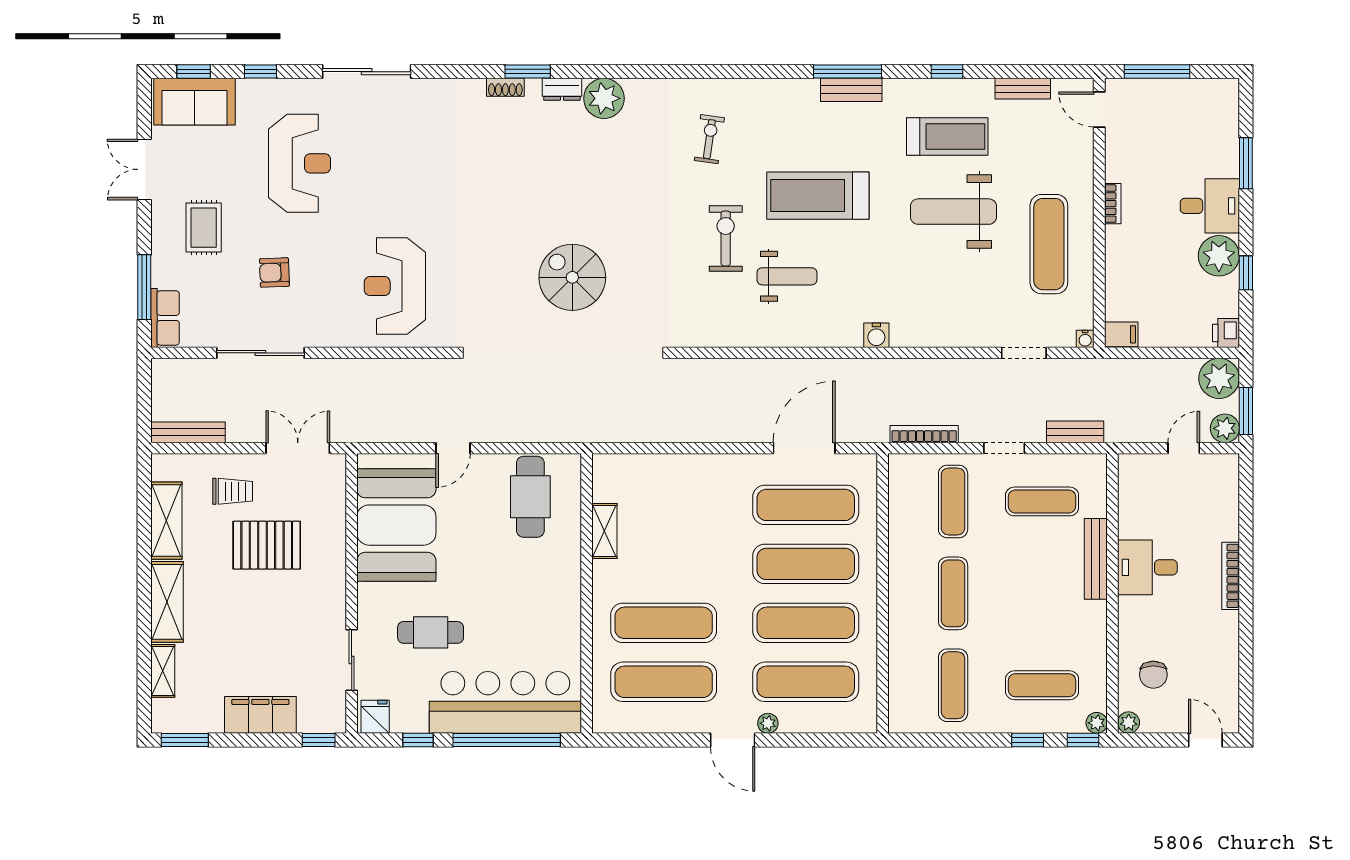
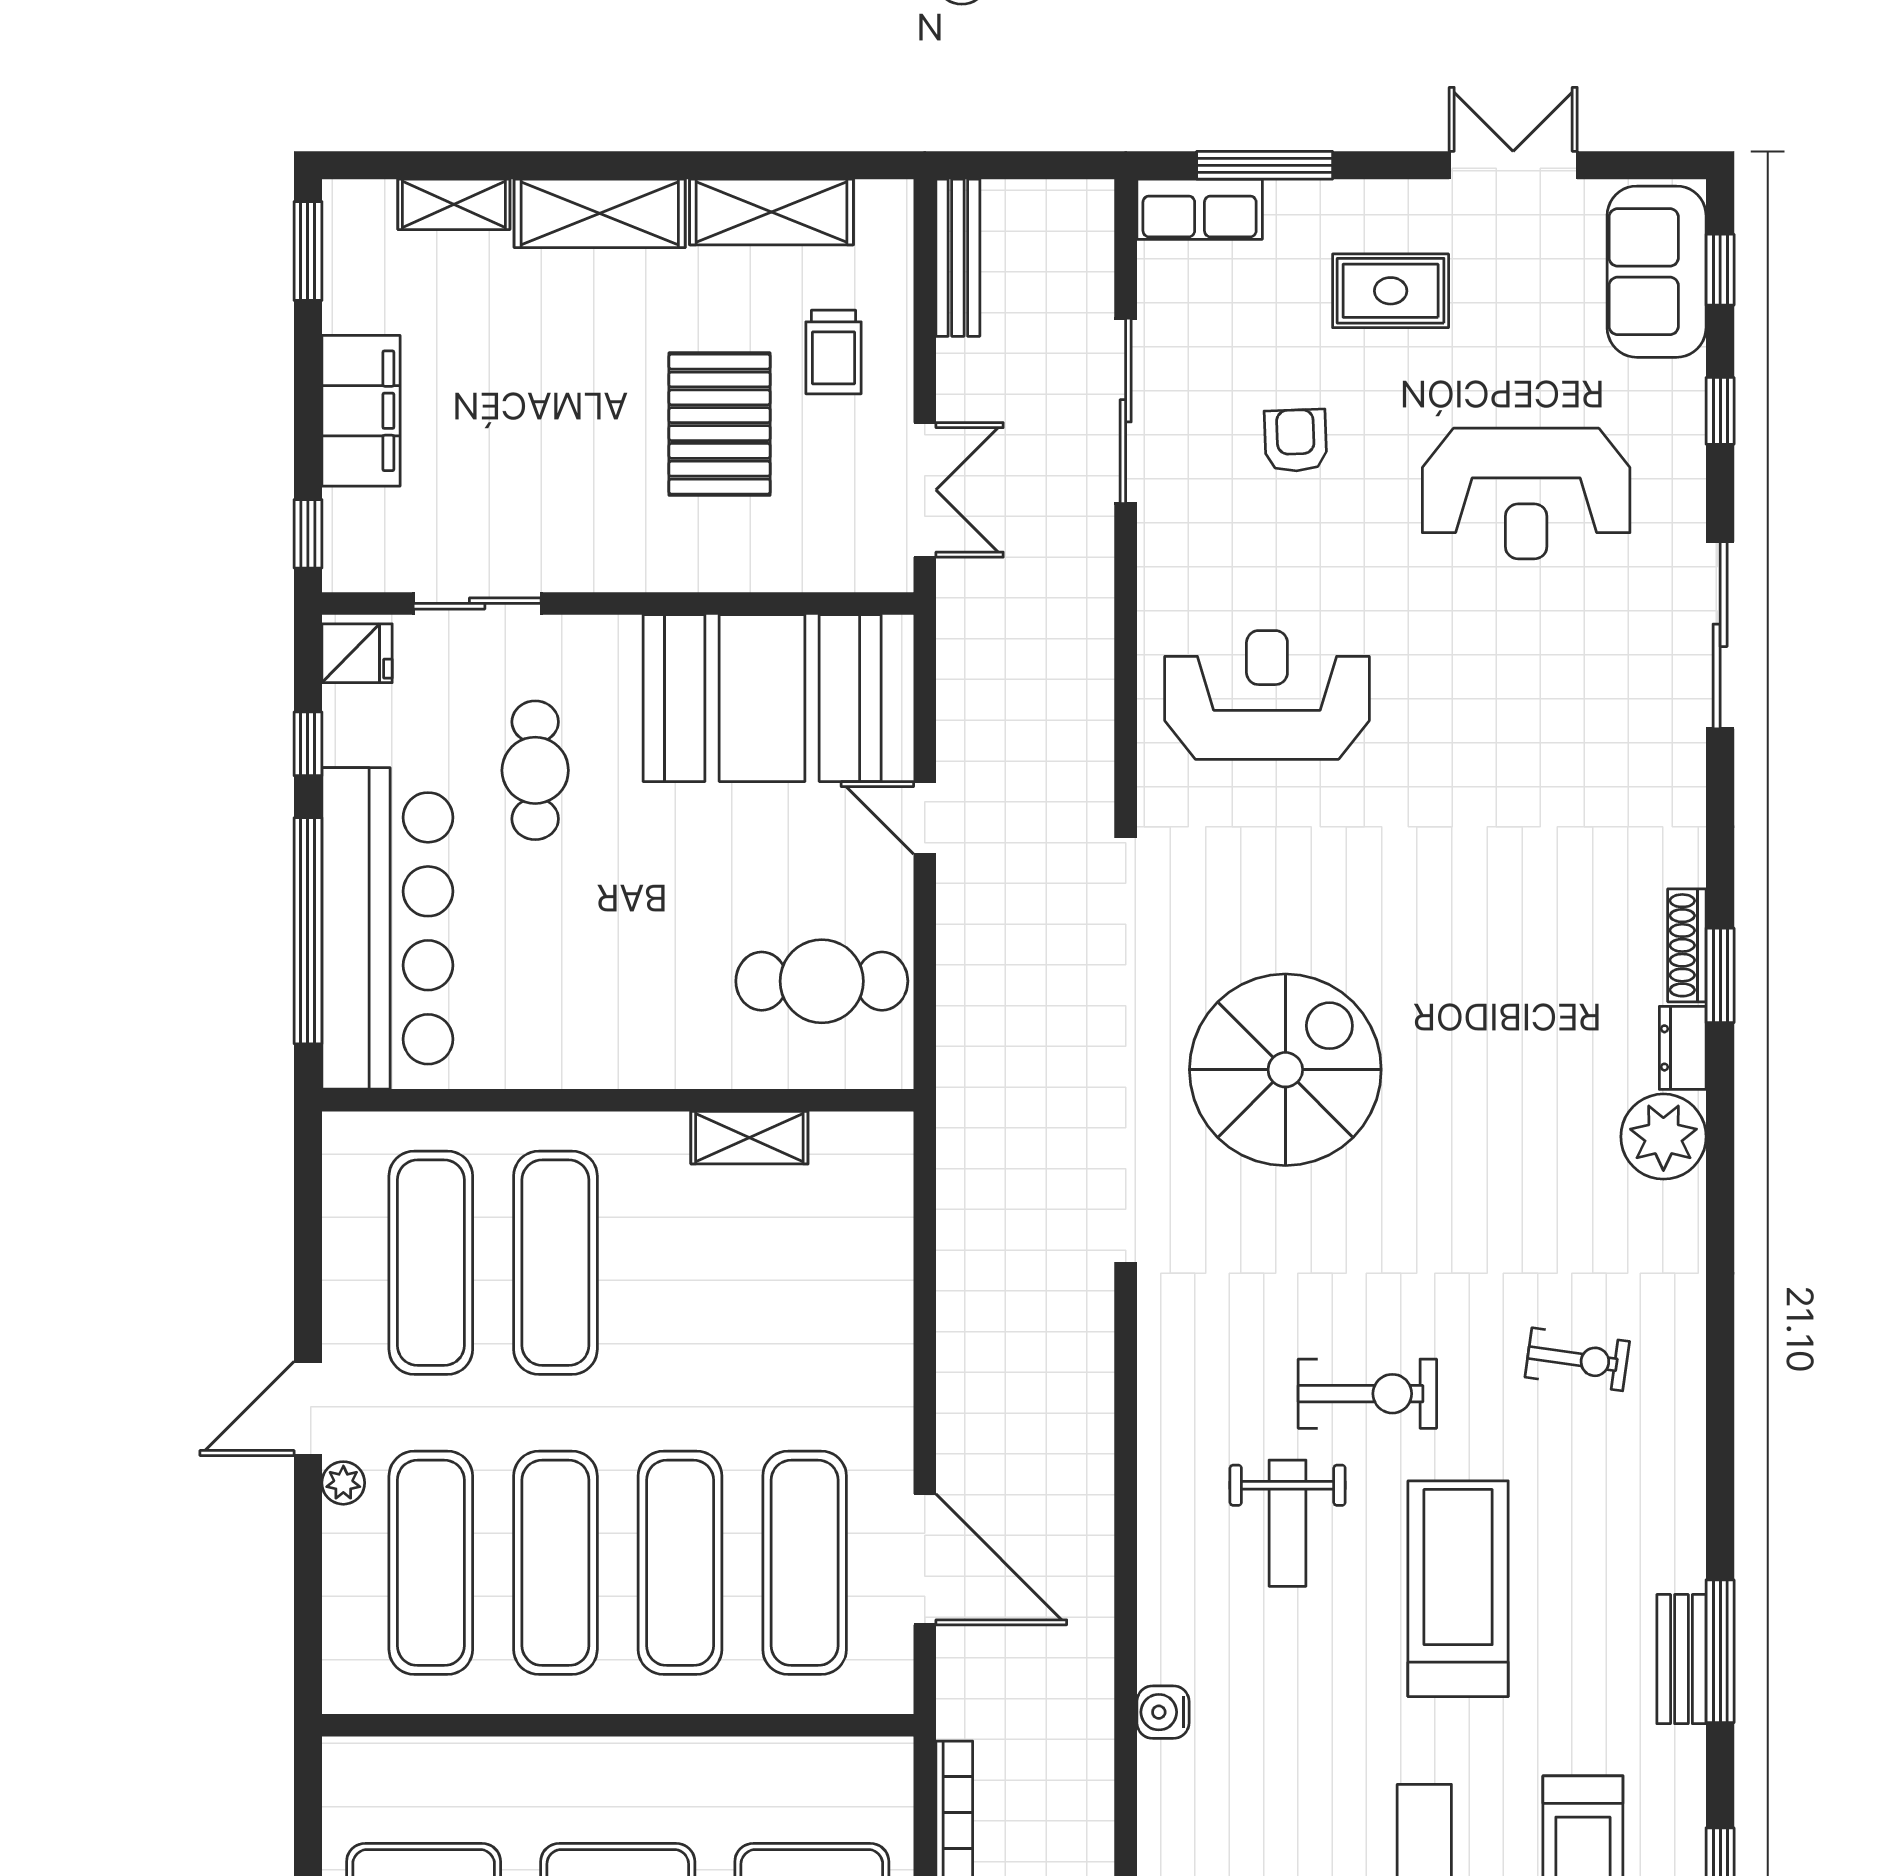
shoe rack: (505, 87) -> (1687, 945), width x1.43
spiral stairs: (572, 277) -> (1285, 1070), width x1.37, depth x1.37

